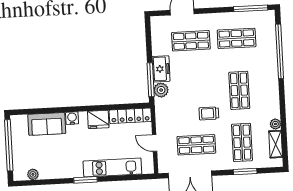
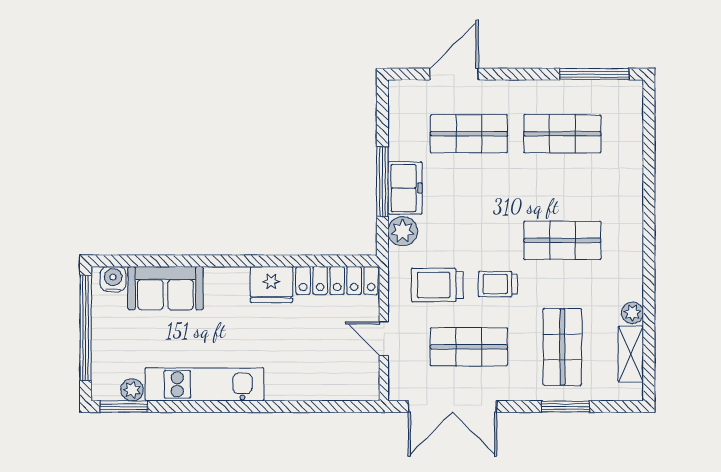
window: (280, 51) -> (649, 165), removed
window: (151, 80) -> (382, 182), moved
shop shelf: (239, 90) -> (562, 240), turned 90
trolley: (179, 115) -> (437, 285), added
water cooler: (72, 118) -> (113, 279), moved
kitchen unit: (112, 168) -> (205, 384), moved
window: (86, 180) -> (124, 407), moved

